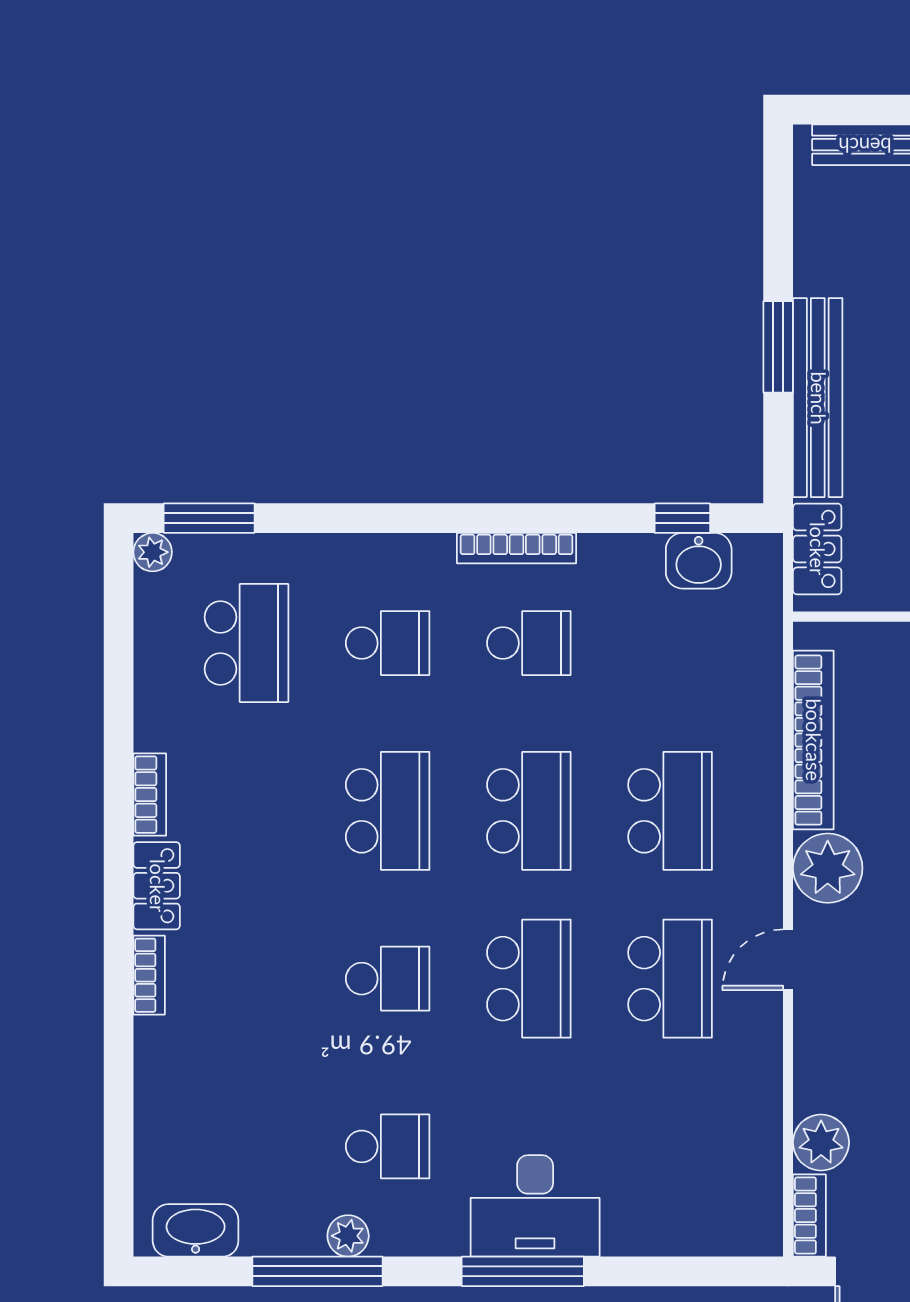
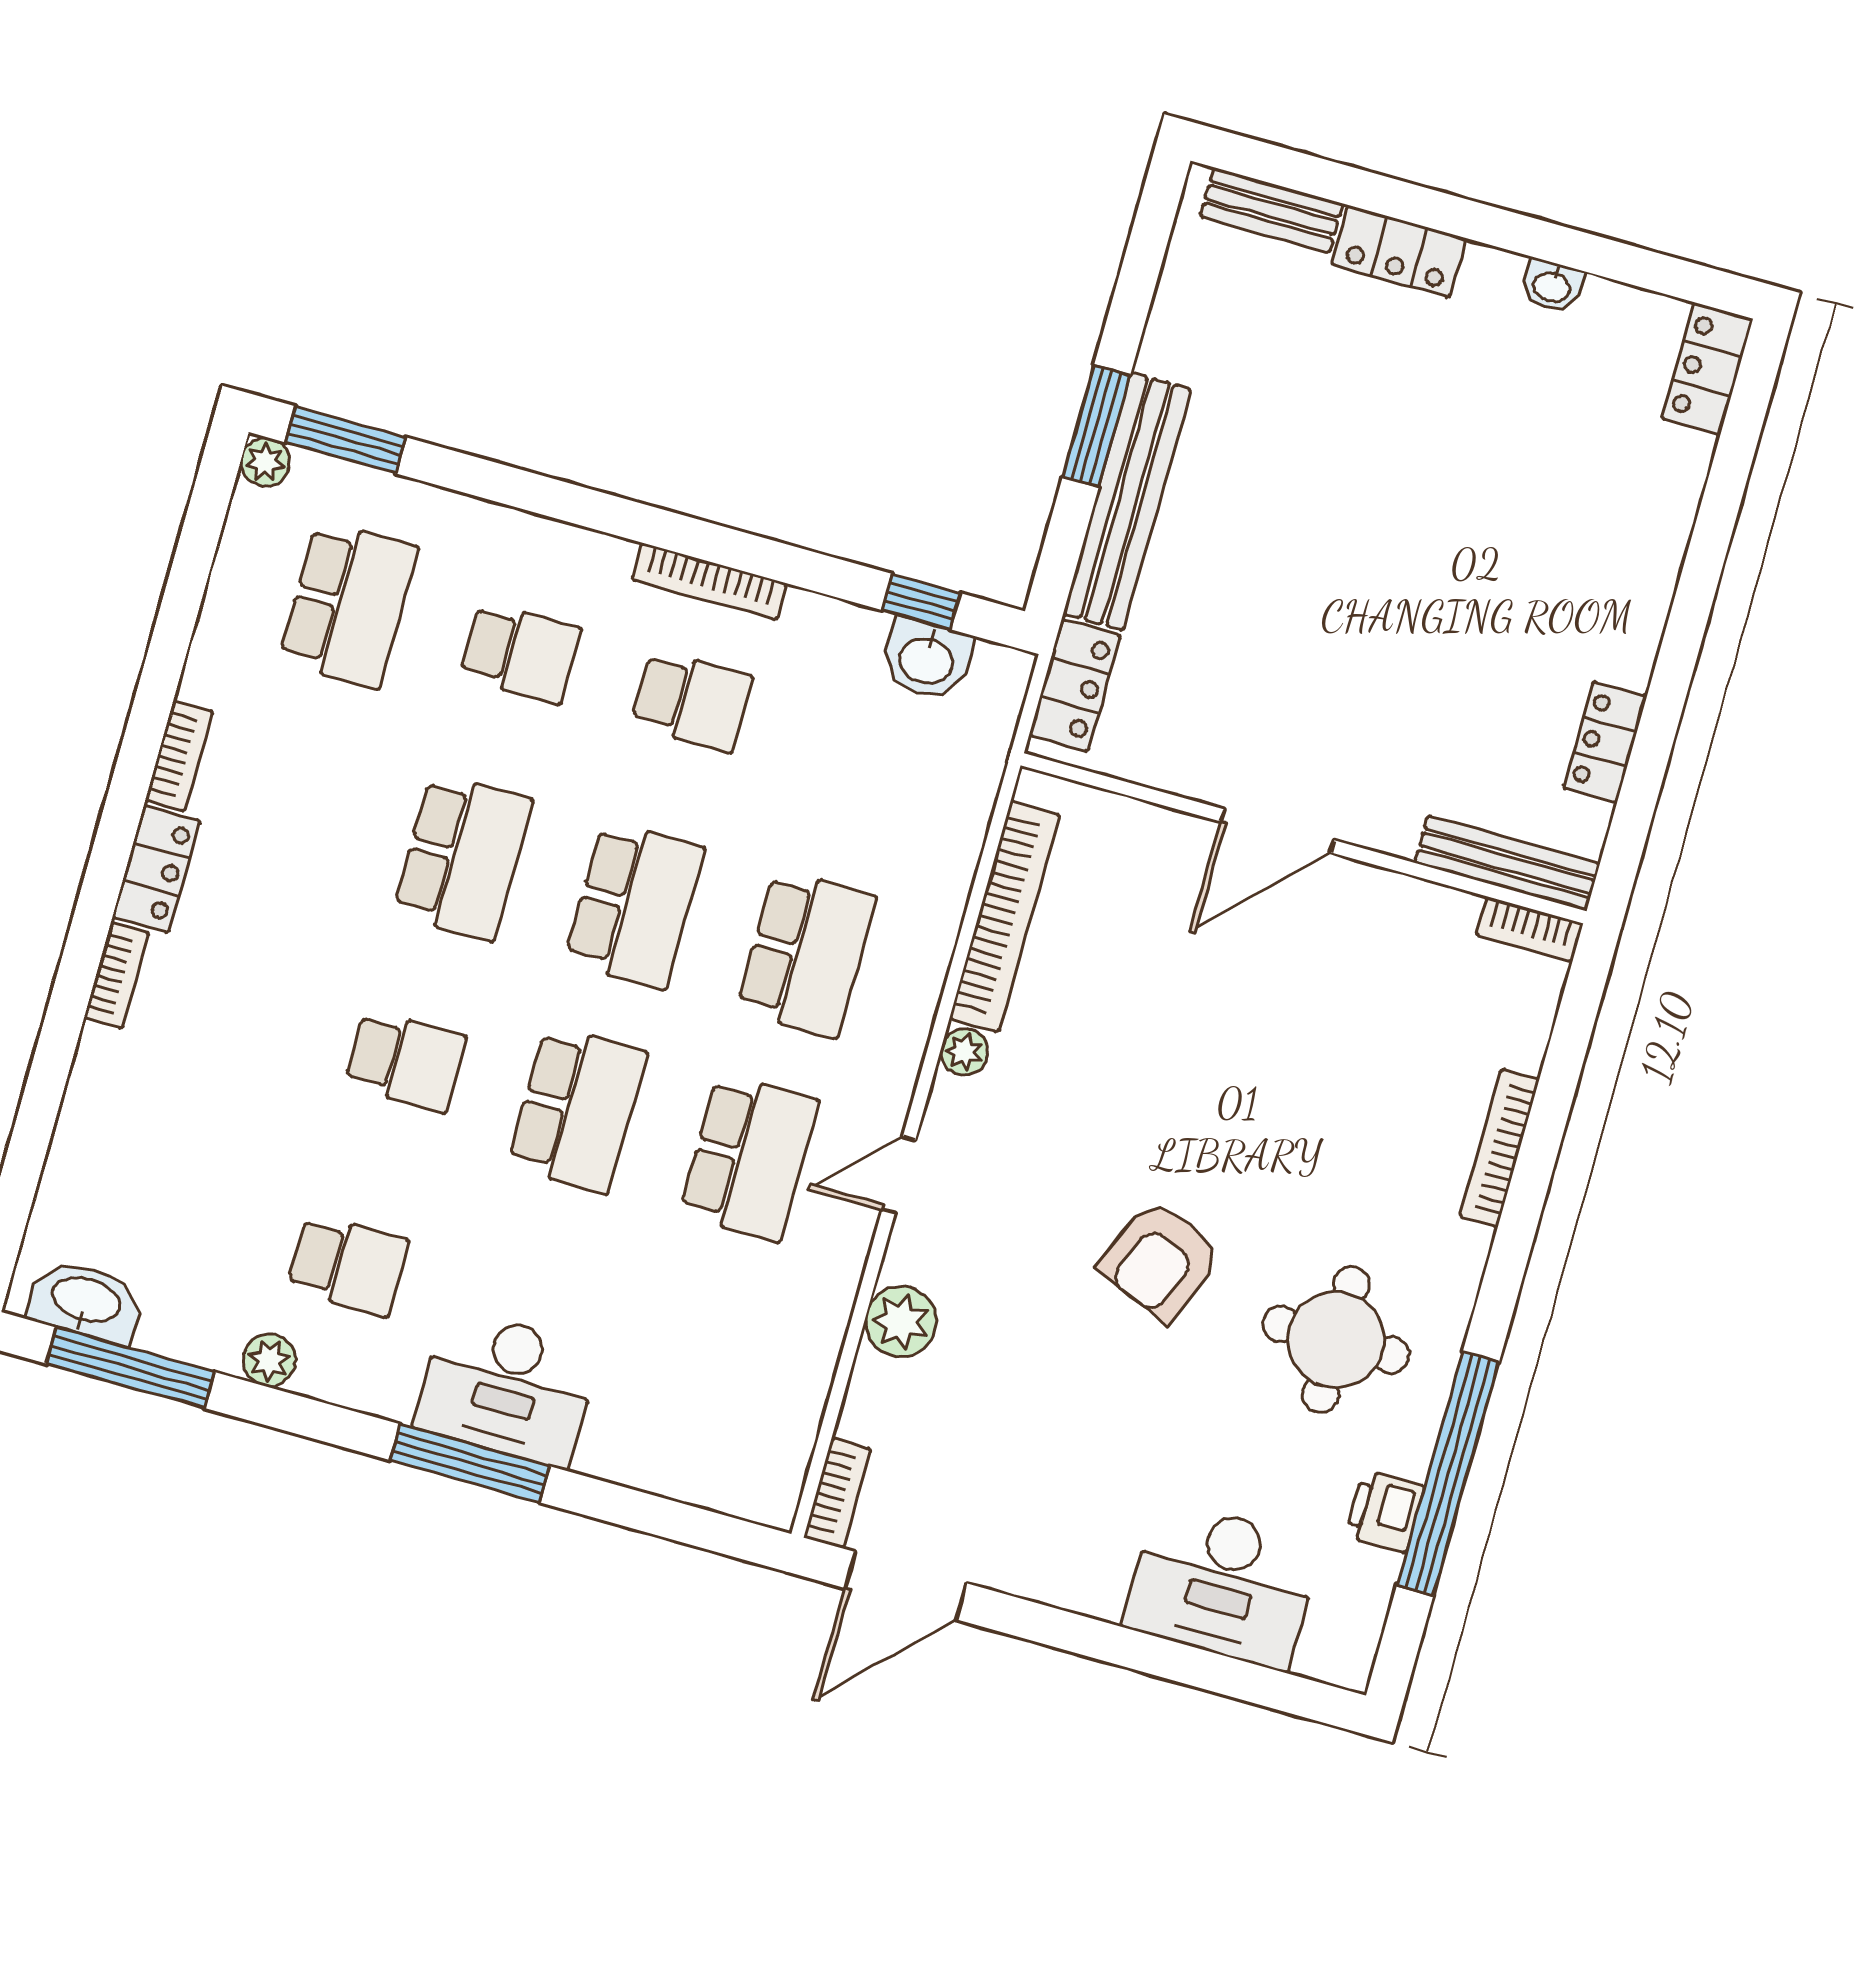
plant: (828, 868) -> (964, 1052), width x0.53, depth x0.53
plant: (821, 1143) -> (901, 1322), moved
window: (317, 1271) -> (130, 1368), moved

